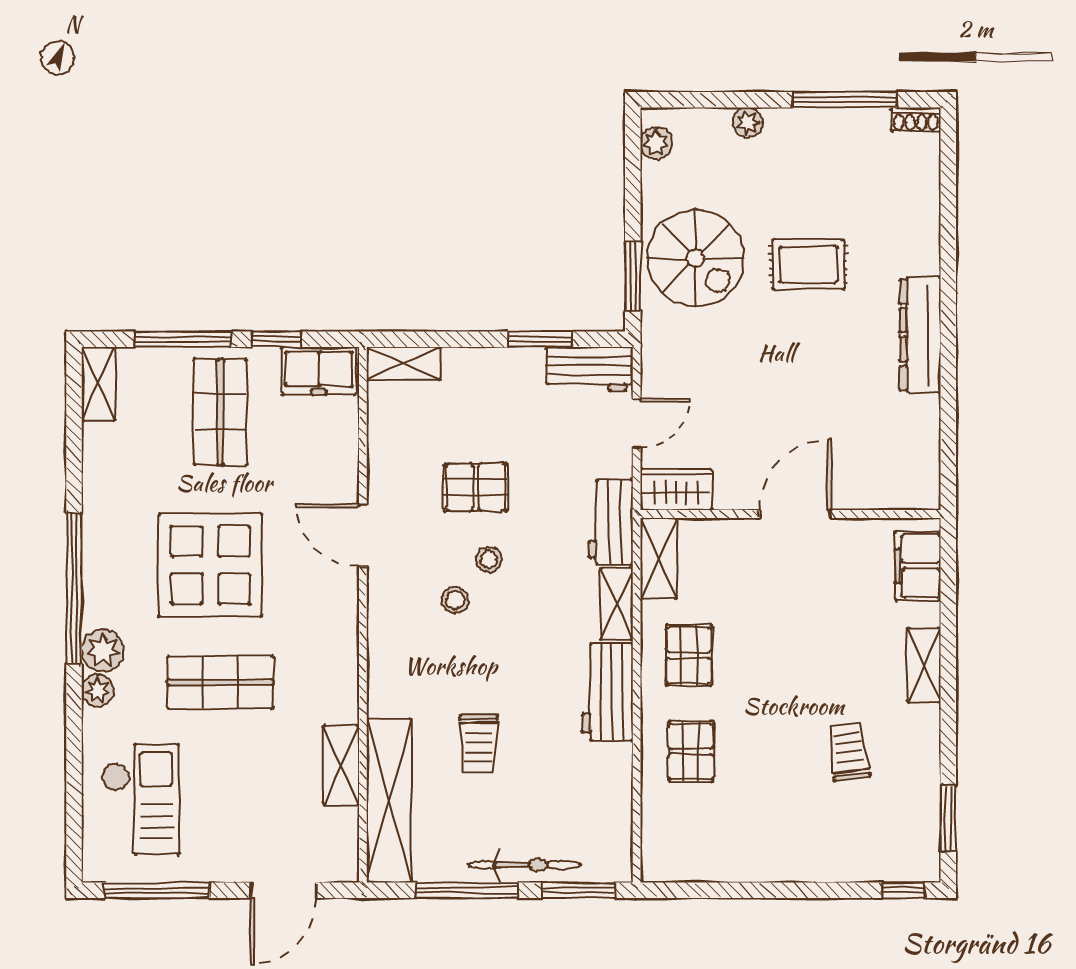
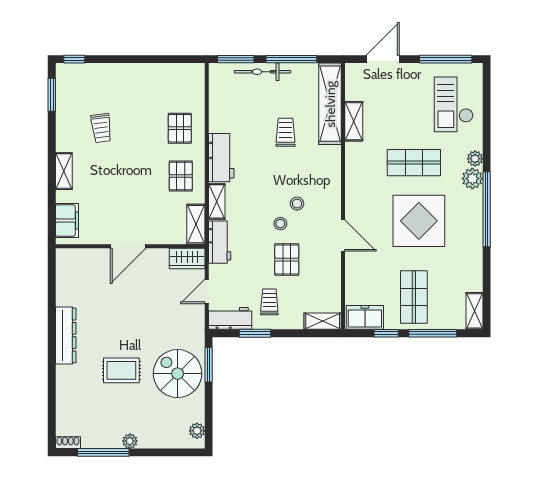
plant: (748, 122) -> (130, 441), moved
trolley: (511, 402) -> (269, 302), added
pallet: (476, 487) -> (287, 260), turned 90

